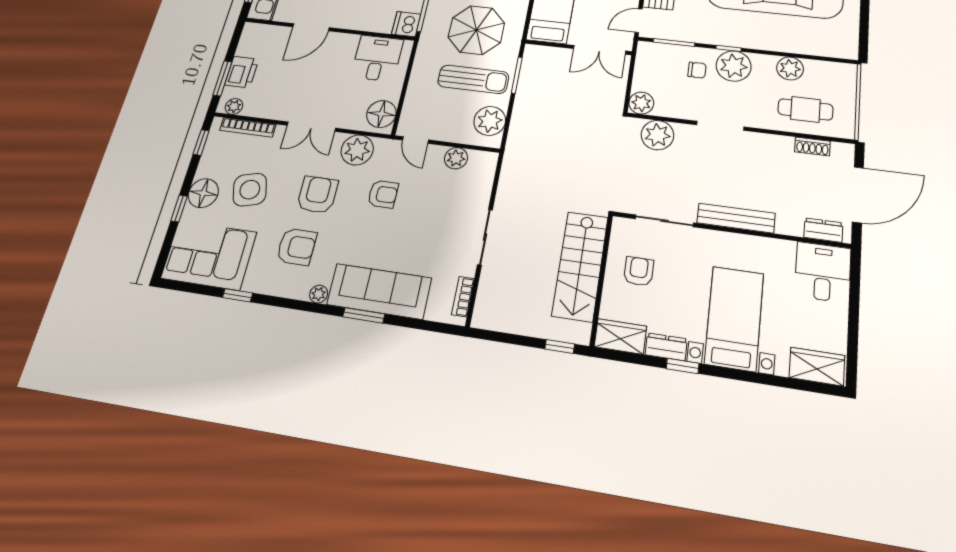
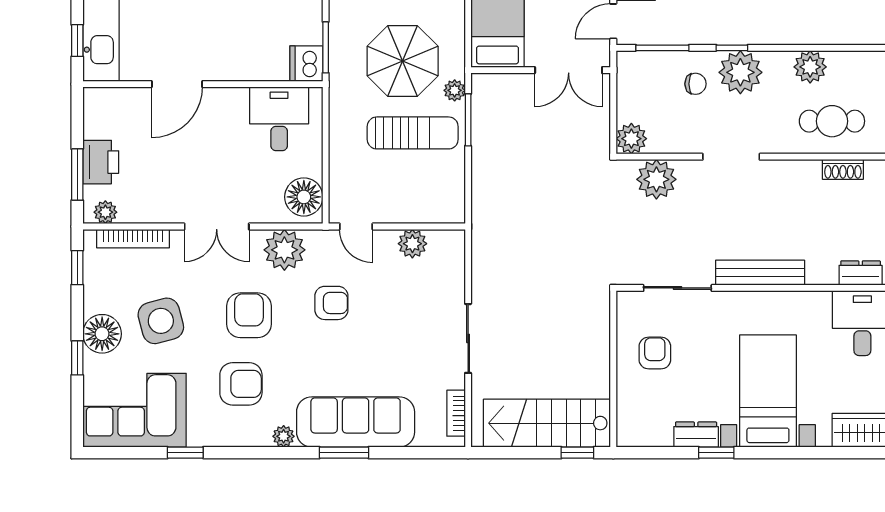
plant: (490, 121) -> (455, 90), moved, width x0.53, depth x0.53
stairs: (580, 266) -> (547, 423), moved, turned 90
wardrobe: (620, 337) -> (644, 431), removed

